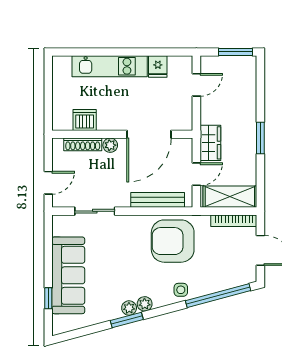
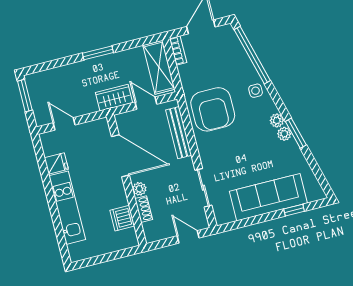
shoe rack: (83, 144) -> (144, 209), width x0.70
bookcase: (234, 221) -> (178, 51), width x0.64

